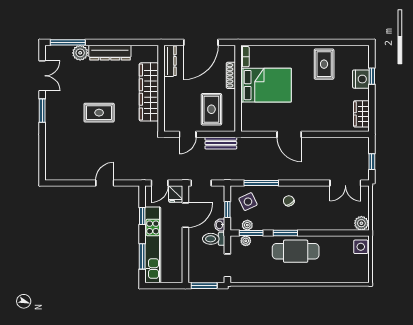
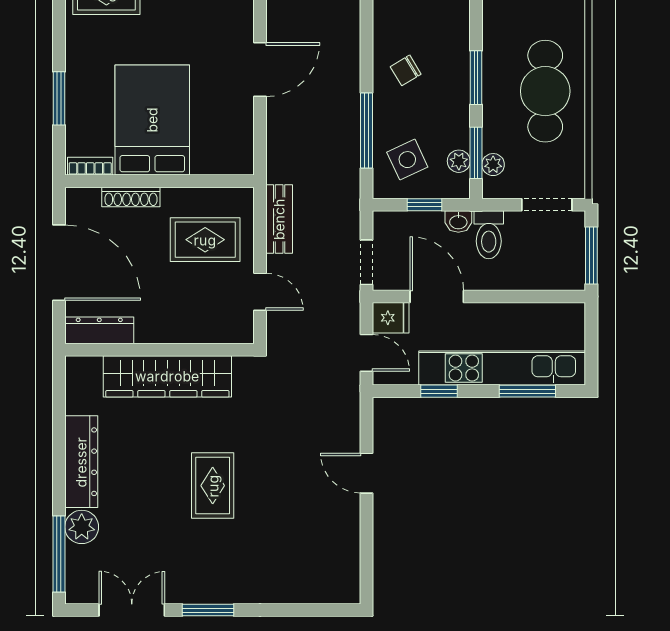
window: (276, 42) -> (59, 98), added
cafe table: (296, 251) -> (545, 91), moved

